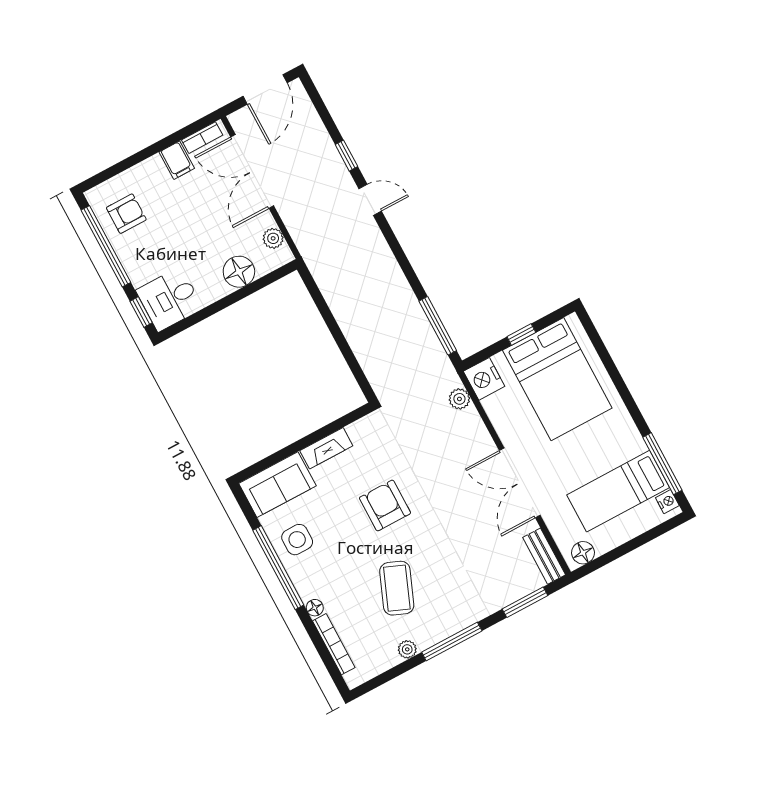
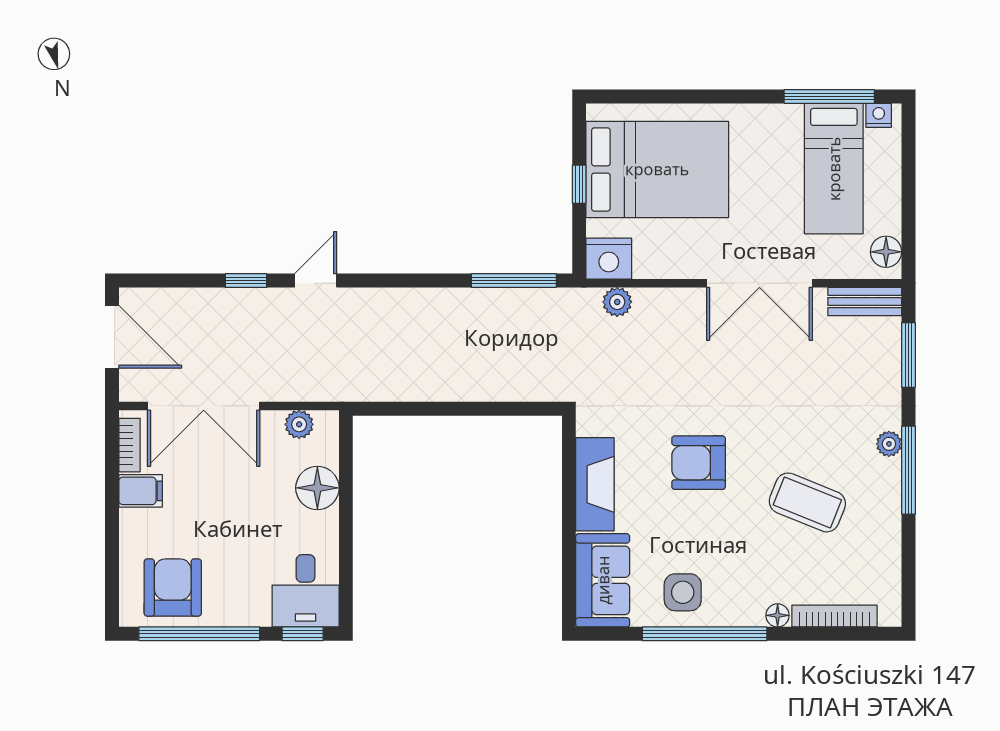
armchair: (126, 214) -> (173, 588), width x1.38, depth x1.38
fireplace: (326, 448) -> (595, 484), width x1.37, depth x1.32
plant: (407, 649) -> (889, 444), moved

